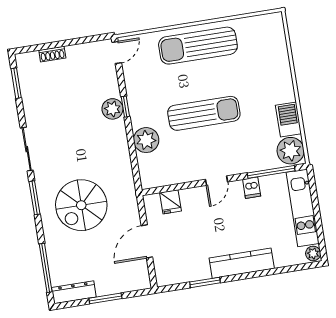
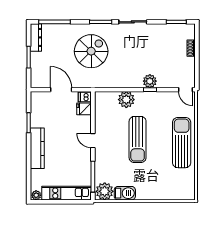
dishwasher: (252, 188) -> (85, 97), moved
spiral stairs: (81, 205) -> (91, 51), turned 90

